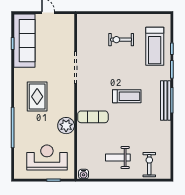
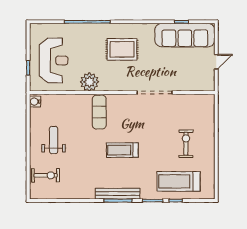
treadmill: (127, 96) -> (122, 150), turned 90

